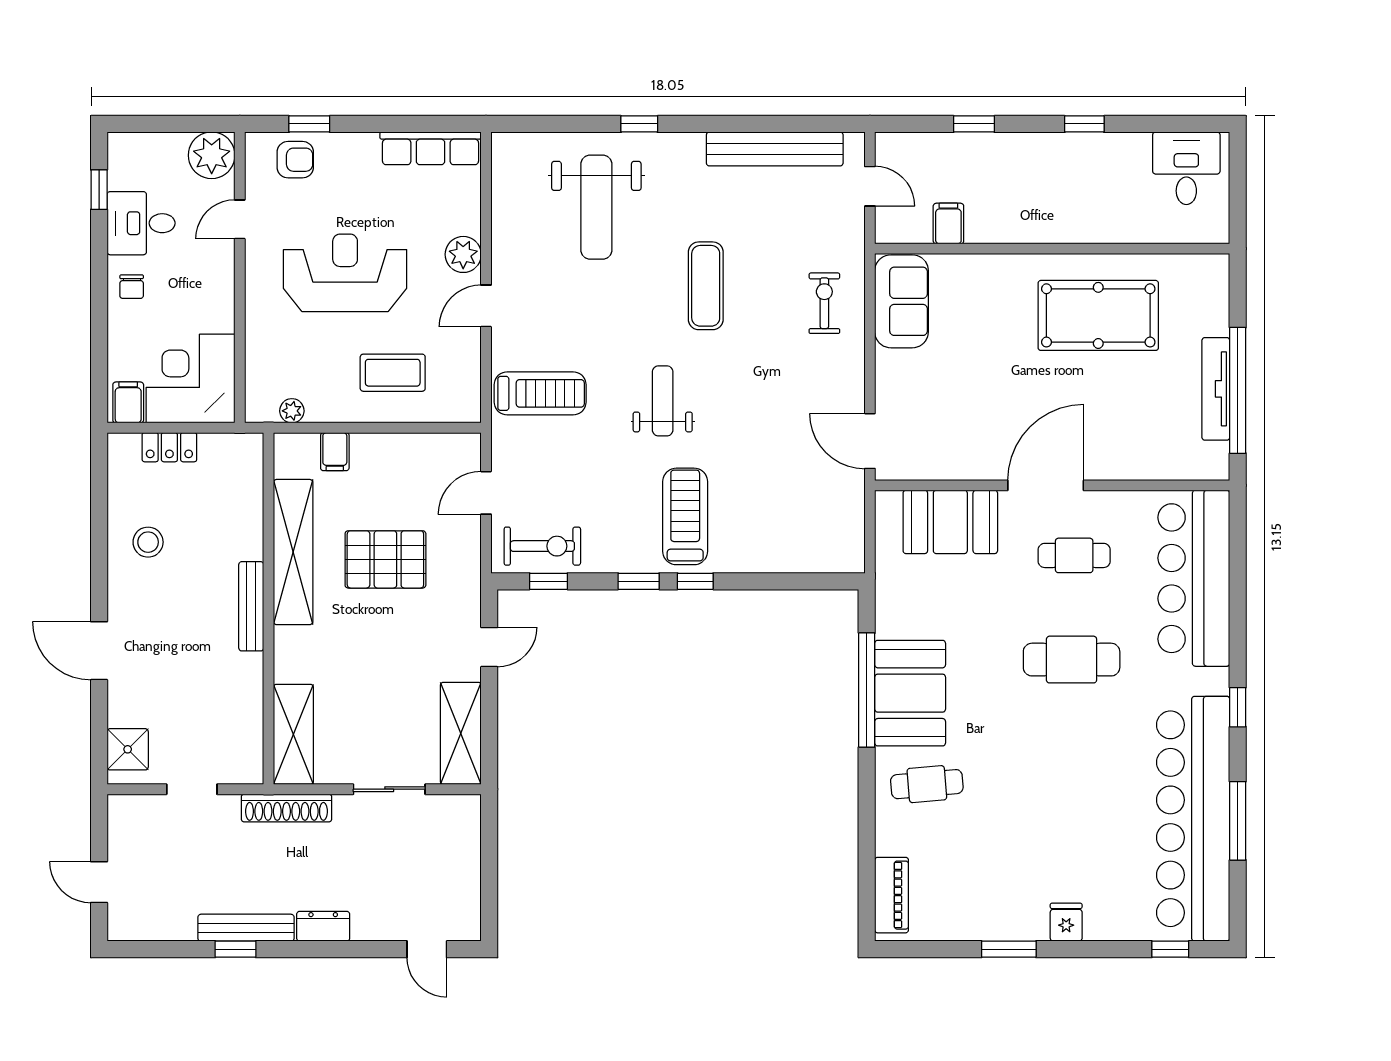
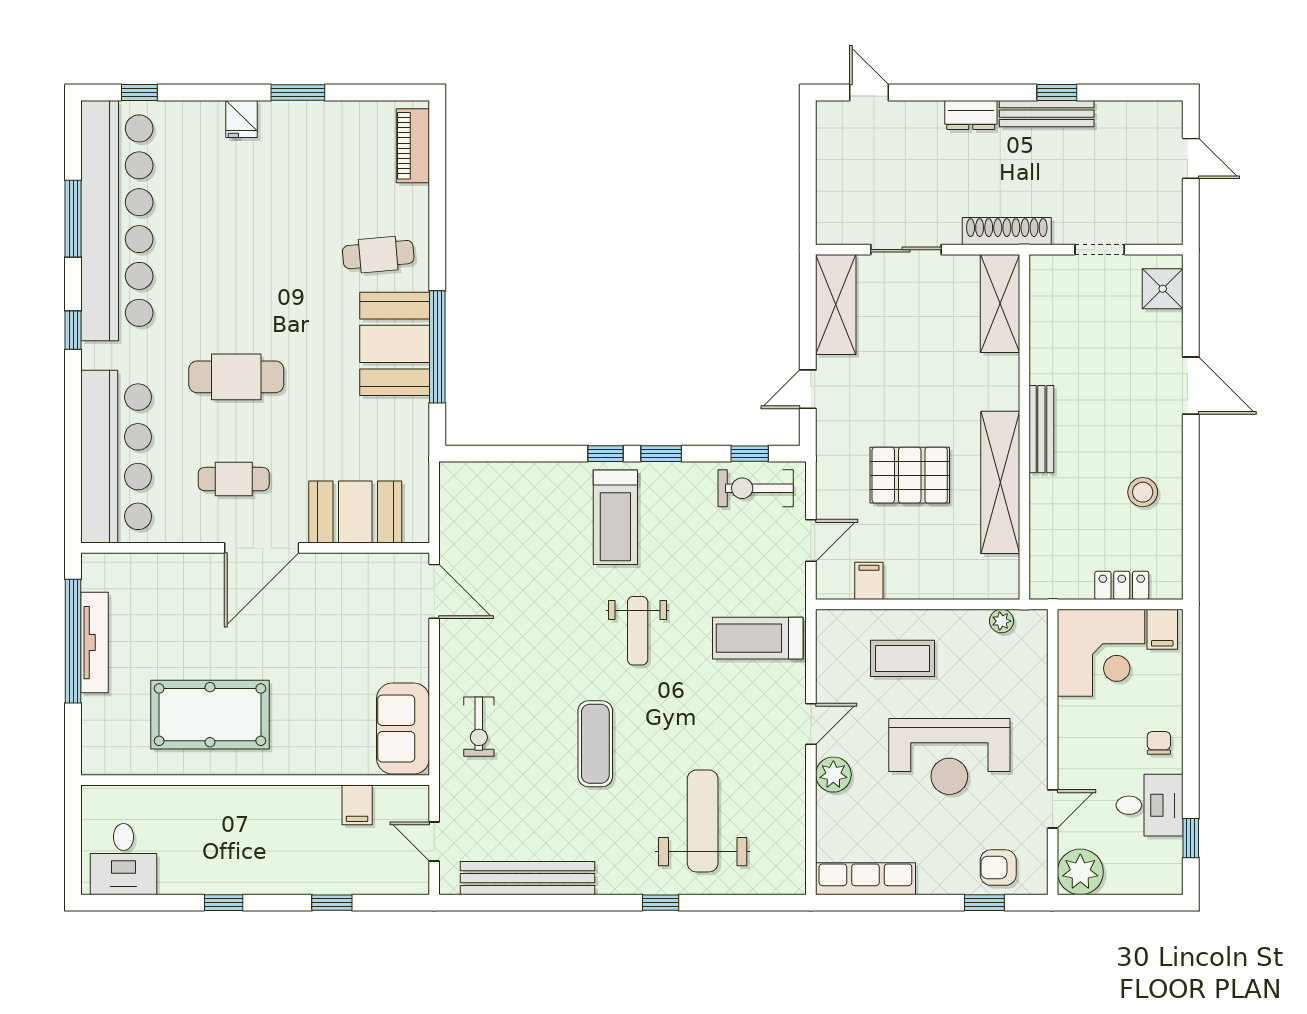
filing cabinet: (335, 452) -> (869, 581), moved

